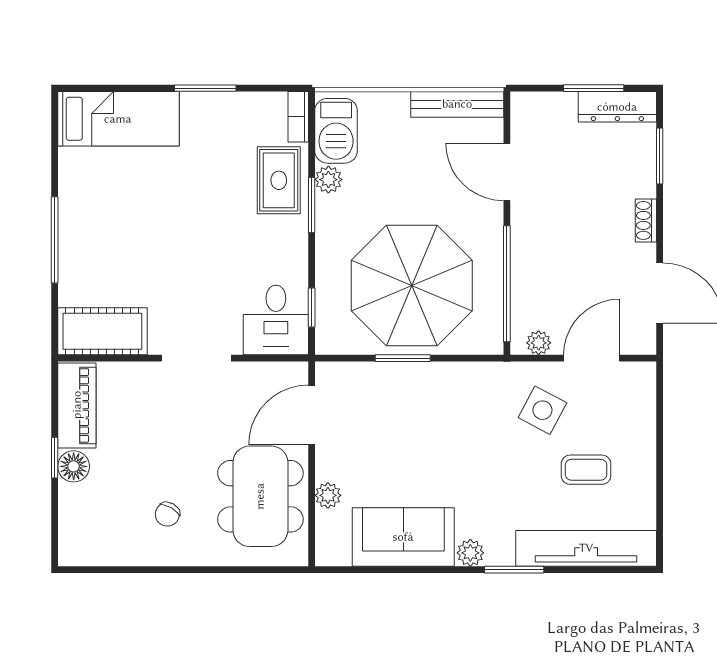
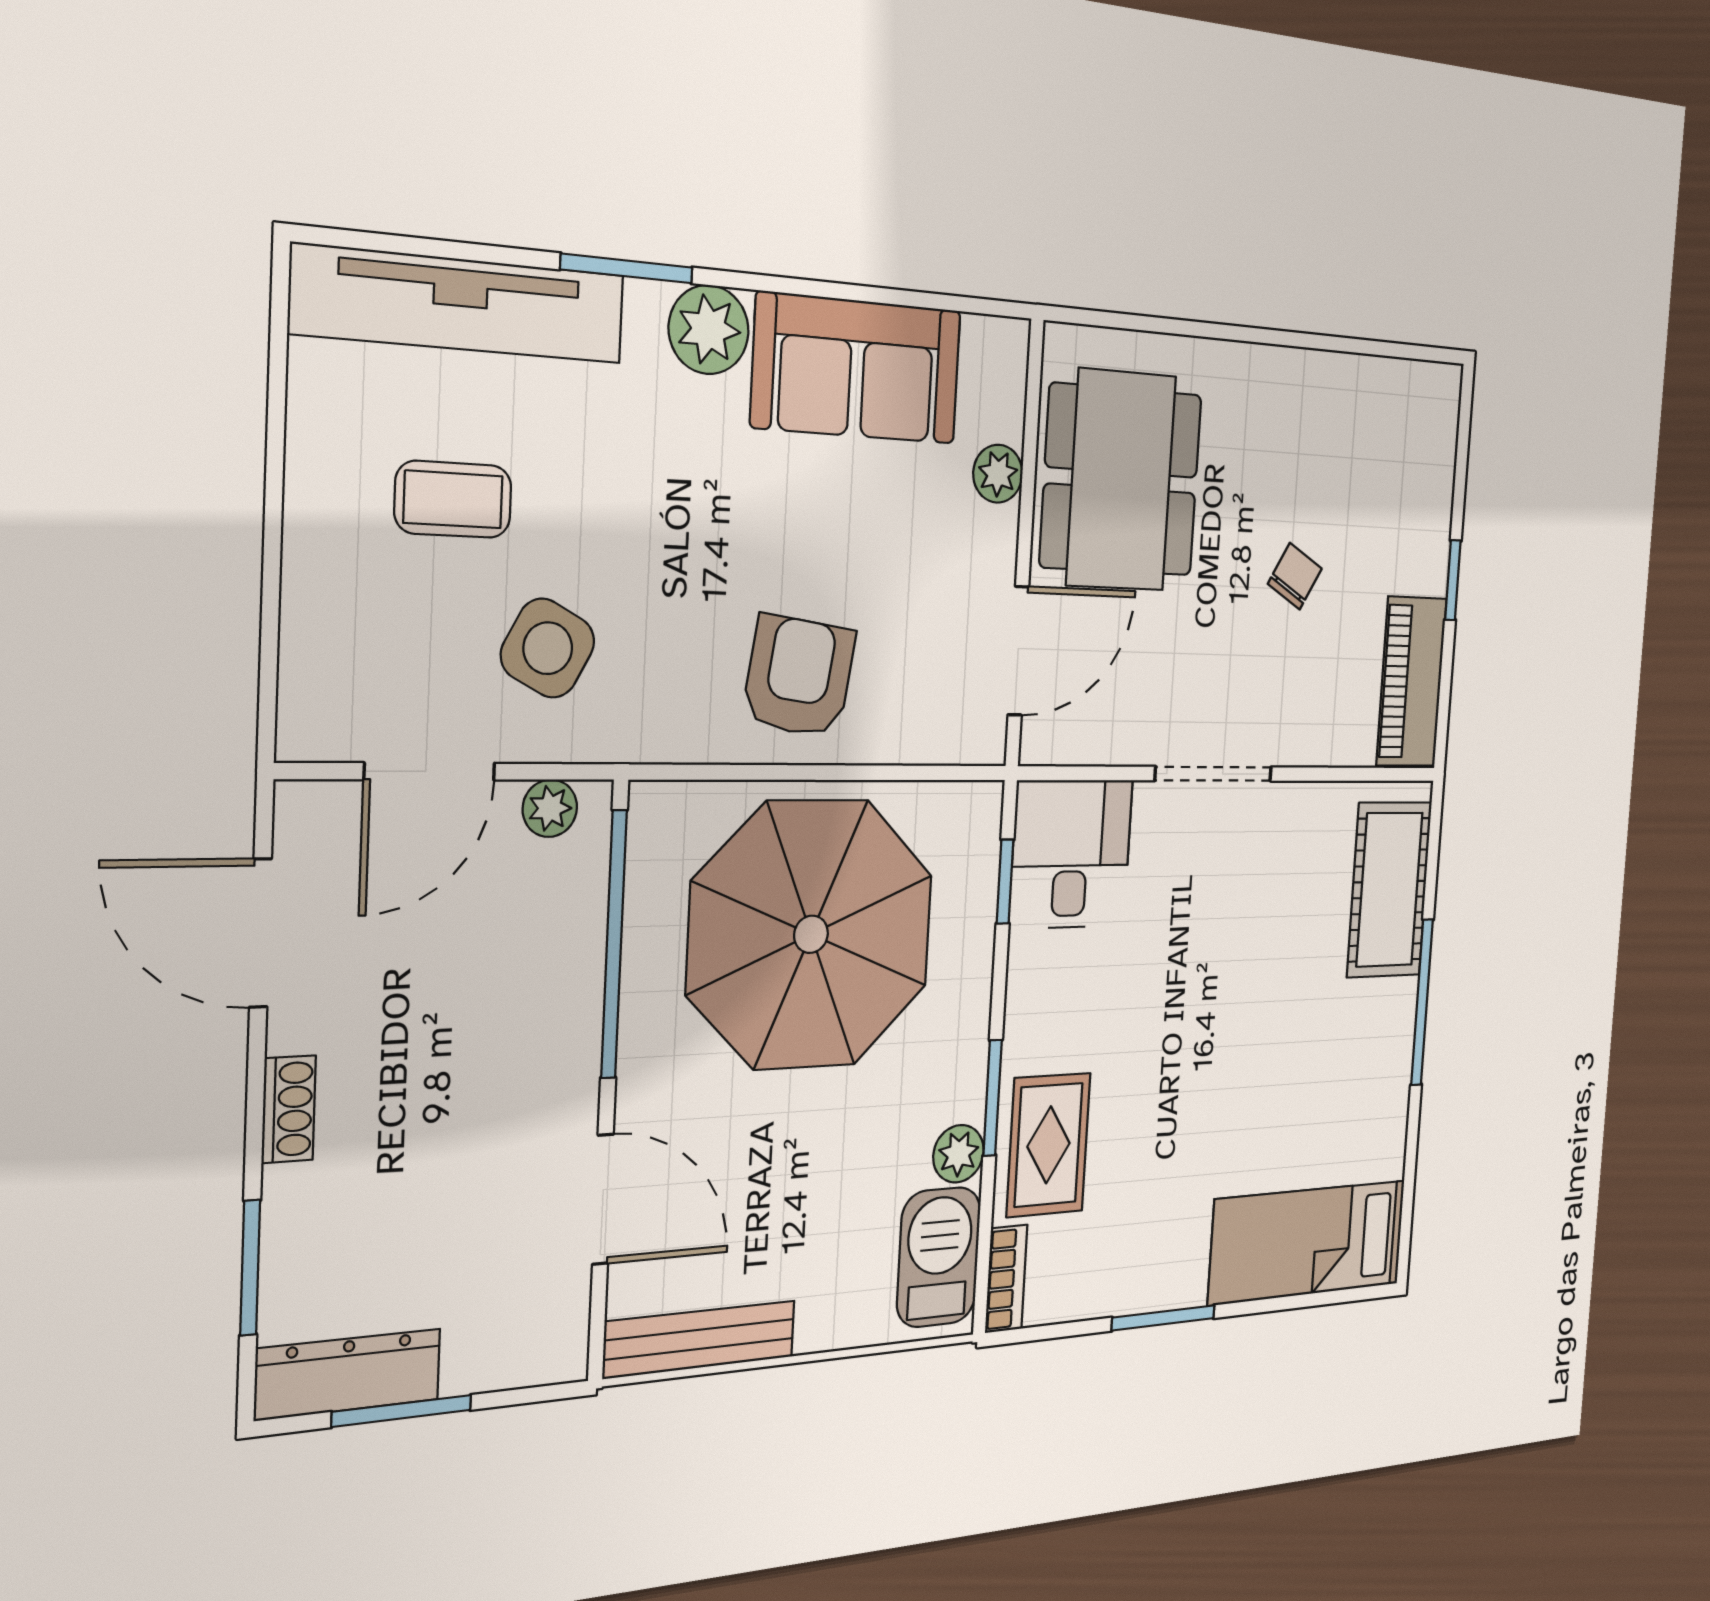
cot: (102, 331) -> (1389, 890), moved, turned 90
window: (403, 358) -> (837, 773), removed
armchair: (424, 401) -> (799, 676), added
floor lamp: (74, 466) -> (1425, 561), removed
chair: (167, 514) -> (1295, 576), moved
plant: (470, 553) -> (709, 330), width x1.38, depth x1.38

